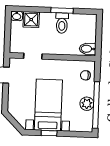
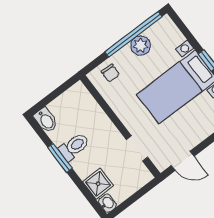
bidet: (88, 49) -> (46, 120), moved

